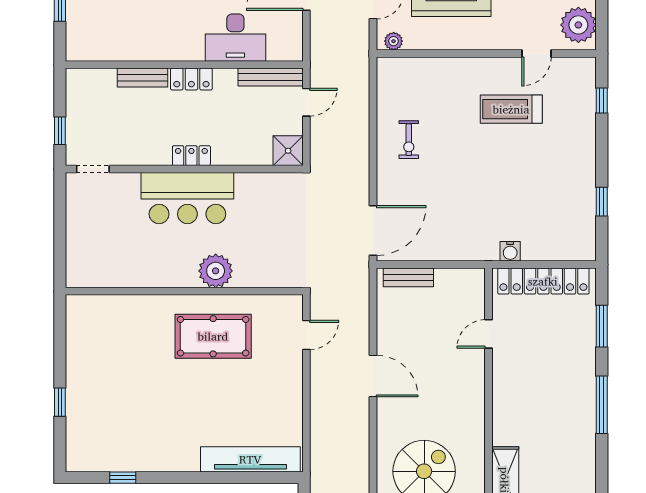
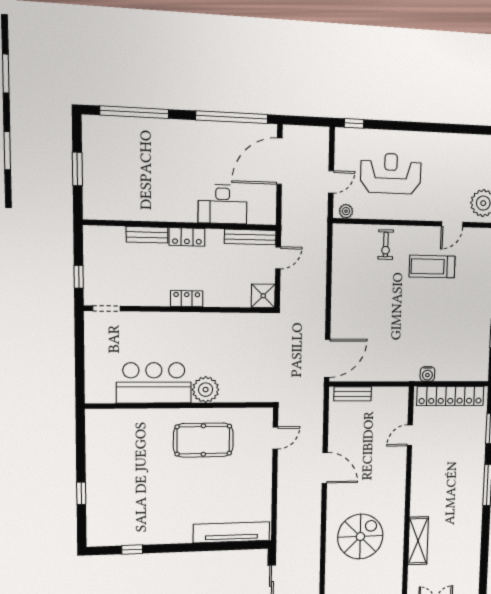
exercise bike: (409, 140) -> (386, 245), moved
bar counter: (187, 198) -> (154, 383), moved, turned 180

